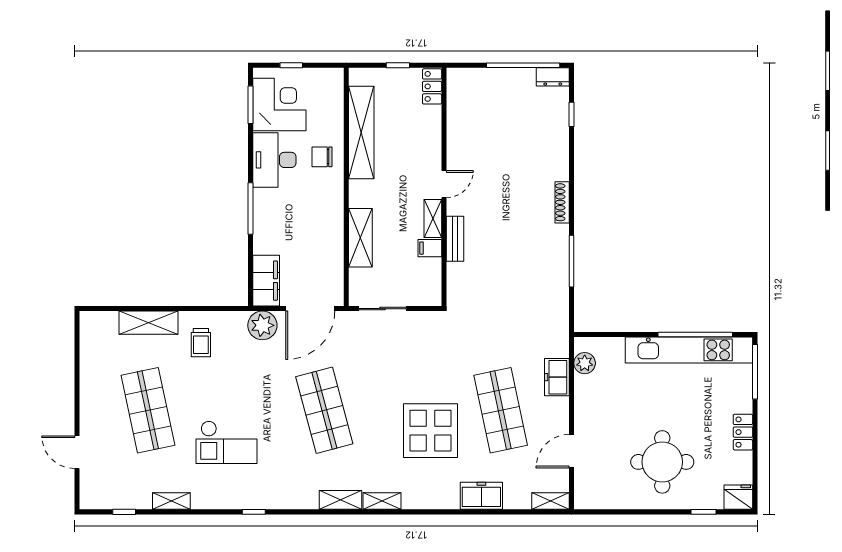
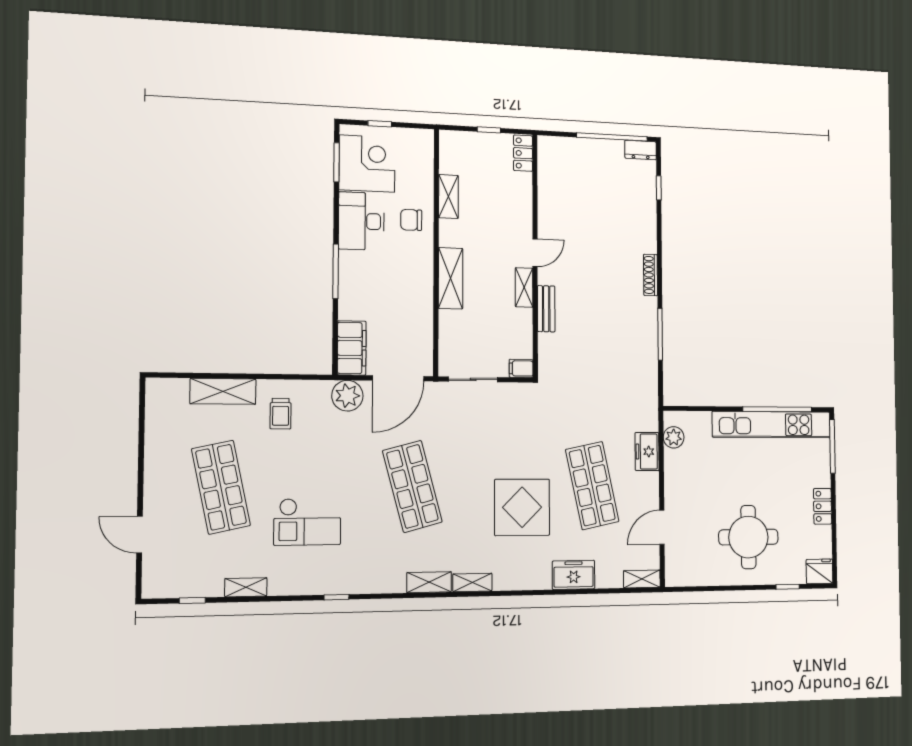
shelving: (361, 133) -> (448, 197), width x0.45, depth x0.75
shelving: (360, 238) -> (451, 278), moved
filing cabinet: (430, 248) -> (521, 368), moved

